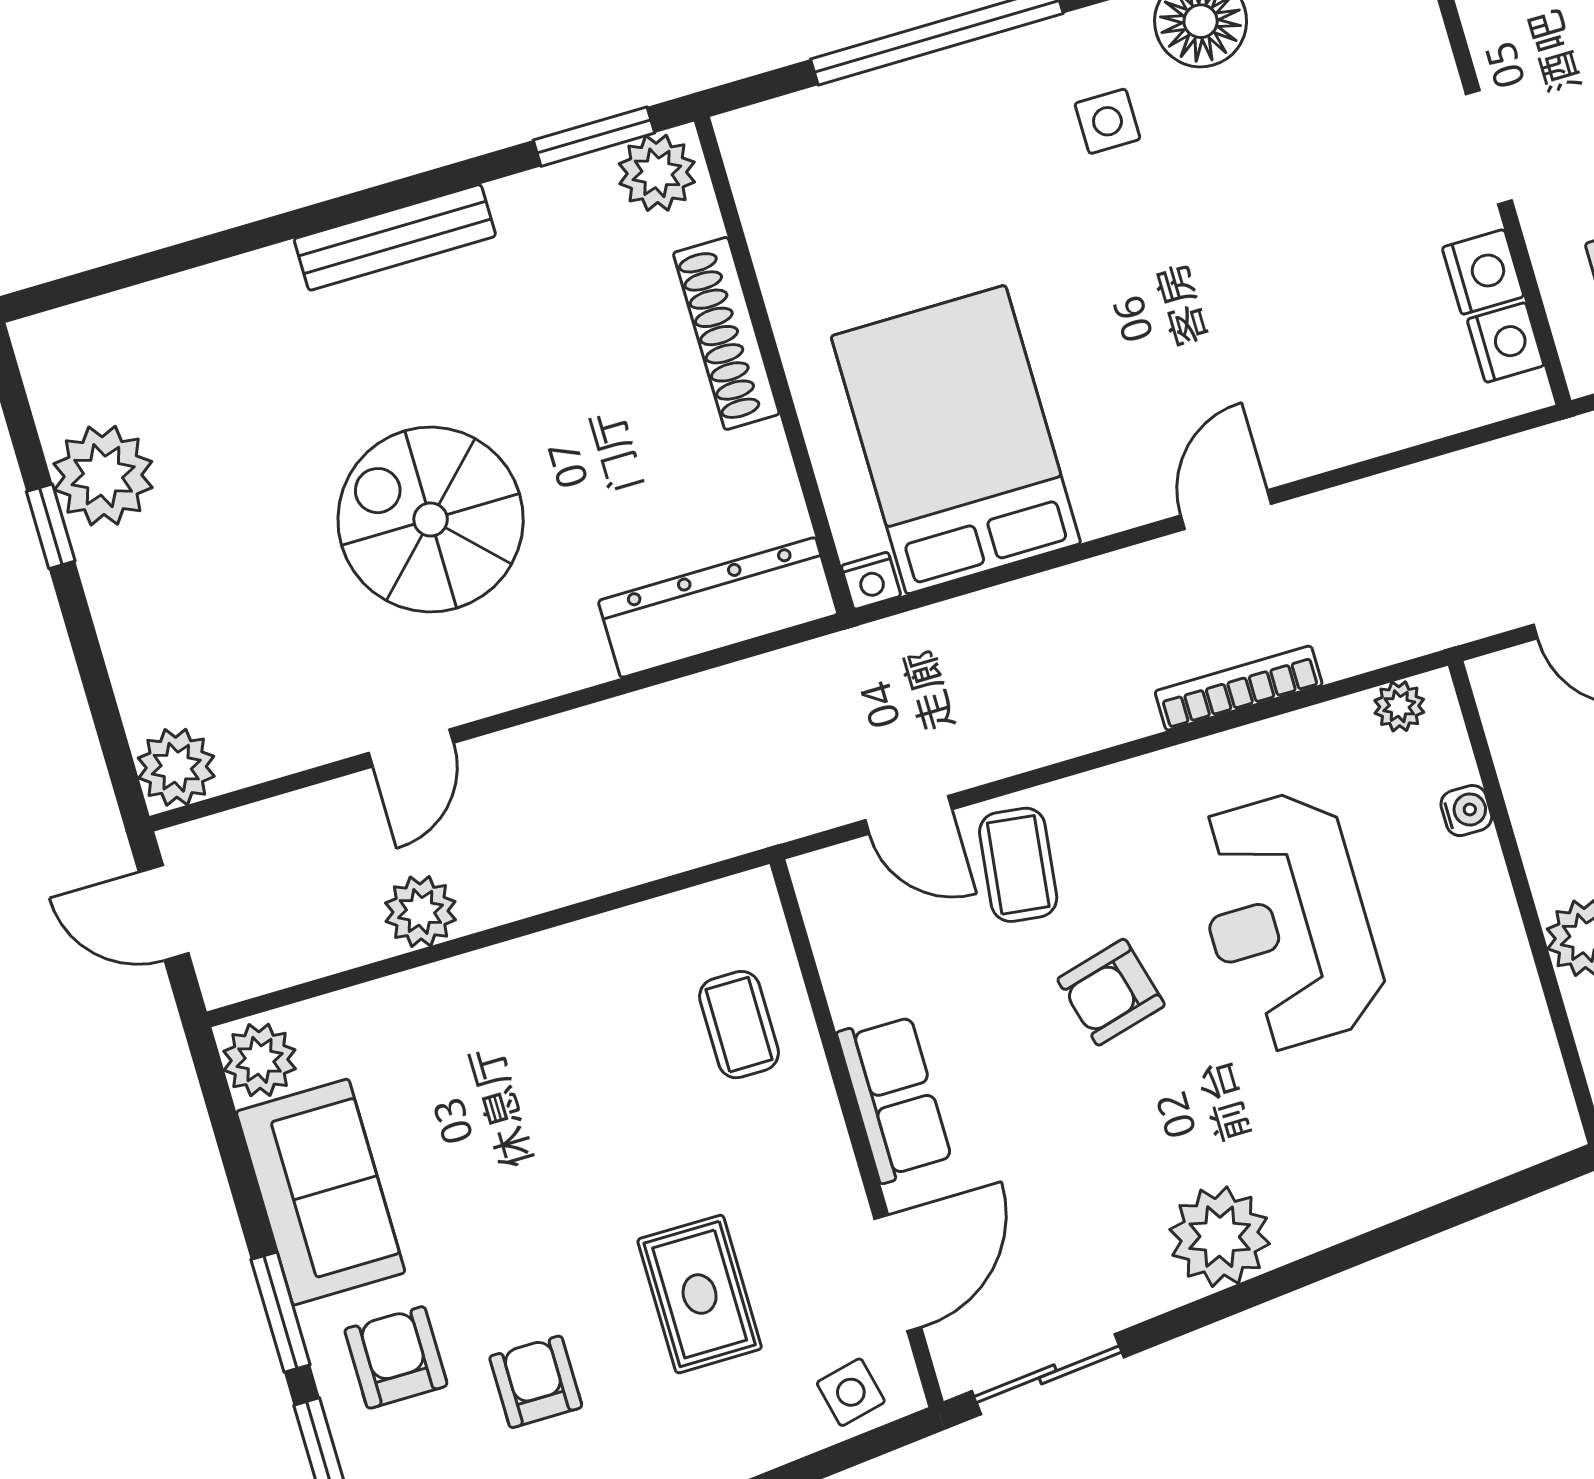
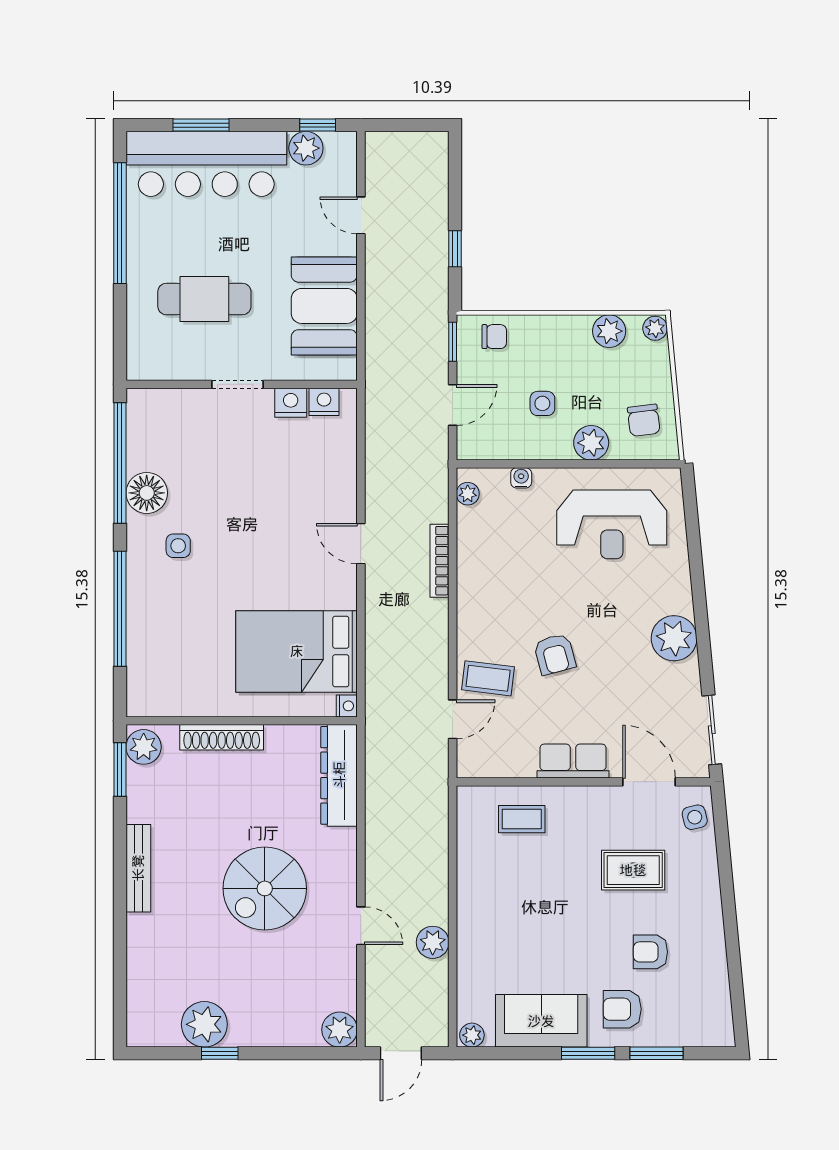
reception desk: (1287, 921) -> (612, 524), moved
plant: (260, 1060) -> (472, 1035), width x0.73, depth x0.73

